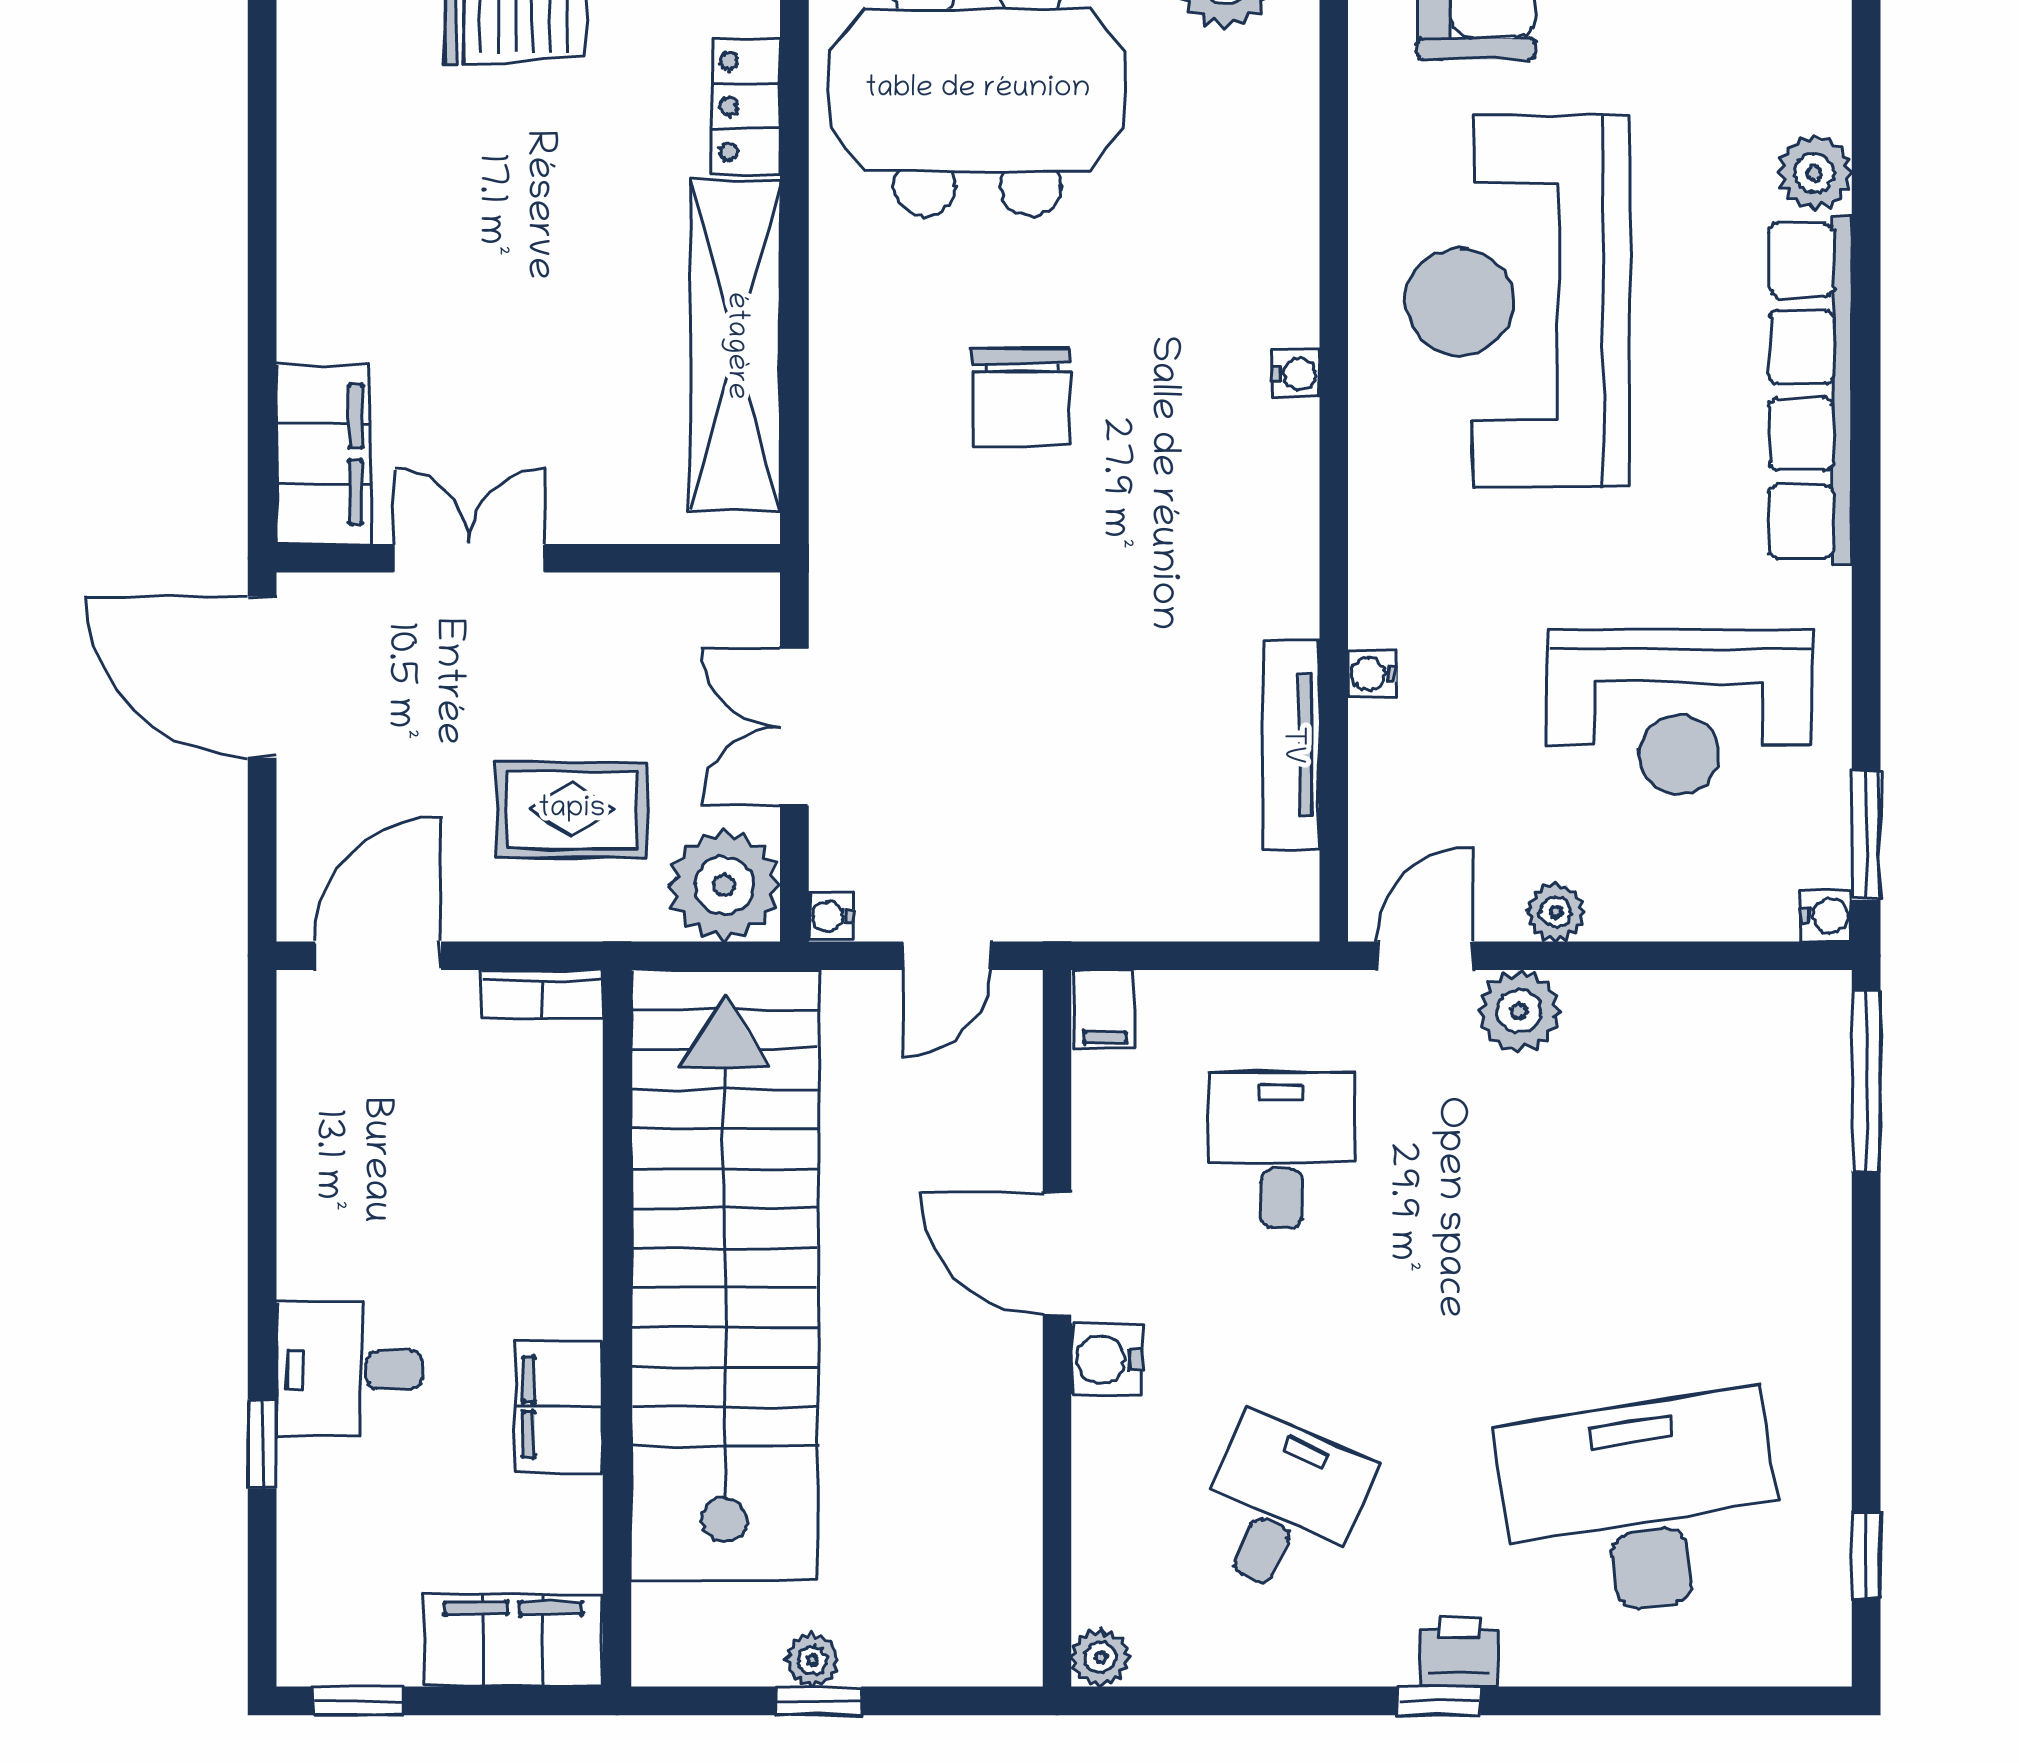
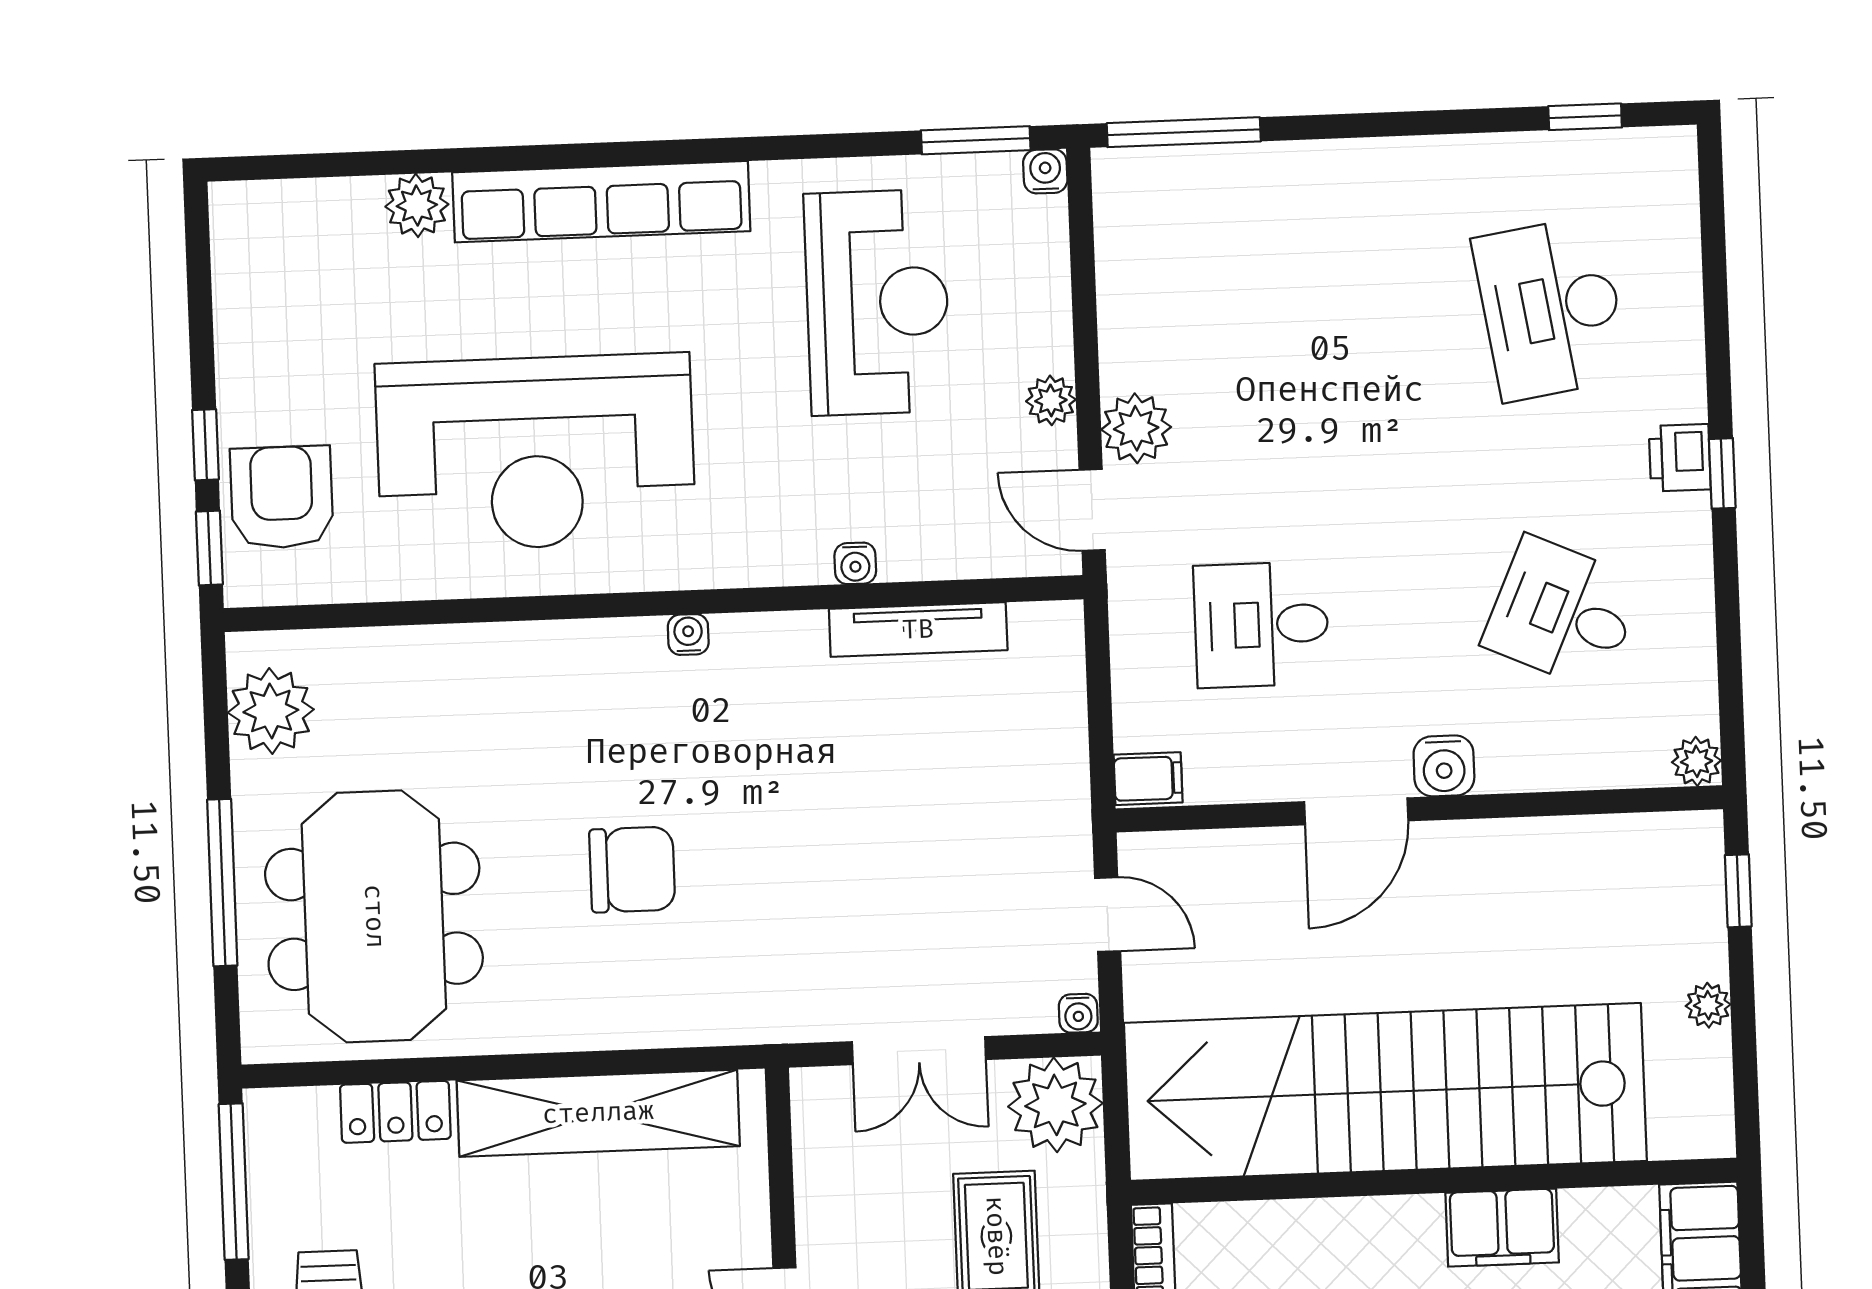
water cooler: (1296, 374) -> (688, 634), moved
desk: (1642, 1506) -> (1551, 308), width x0.73, depth x0.77
window: (819, 1701) -> (1738, 891), moved

